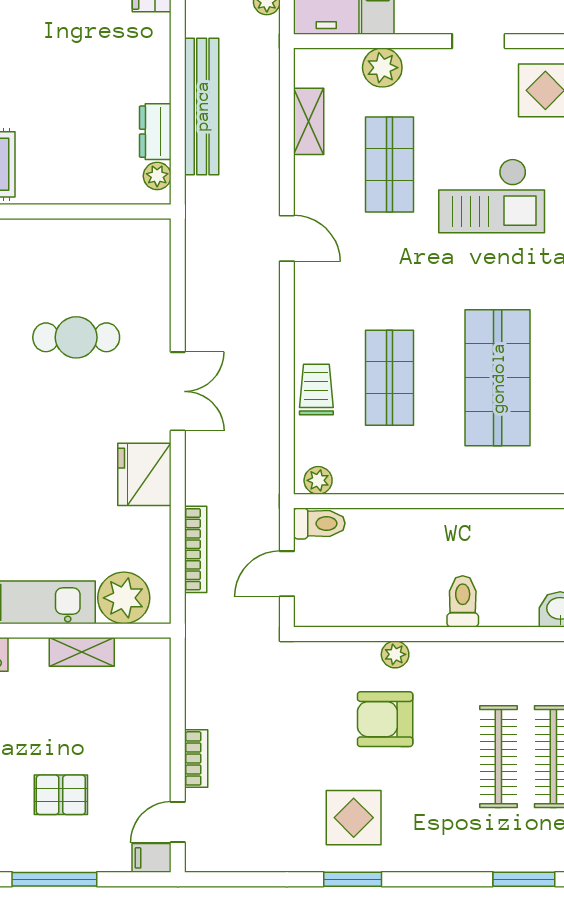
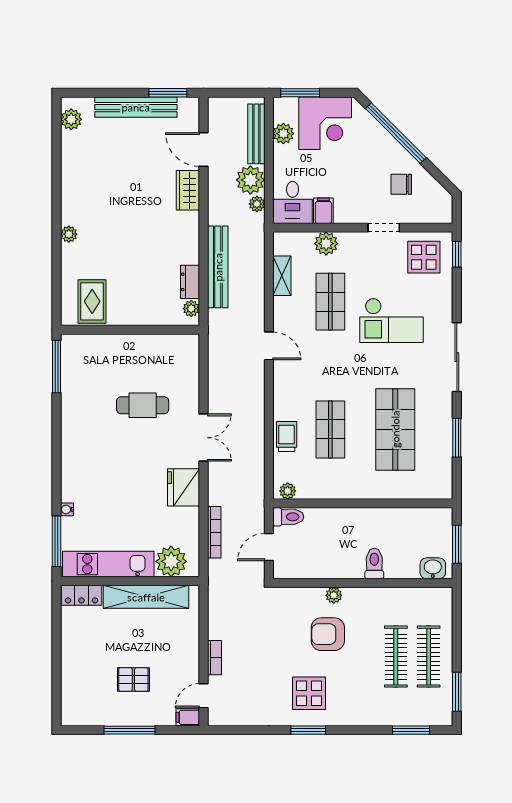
shelving: (82, 652) -> (146, 597), width x2.20, depth x1.33

